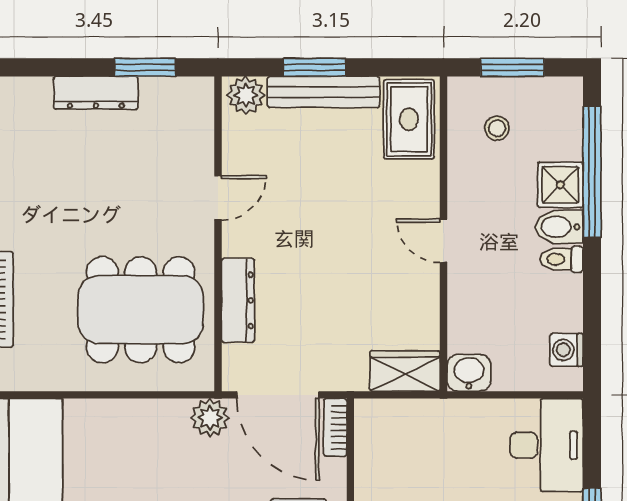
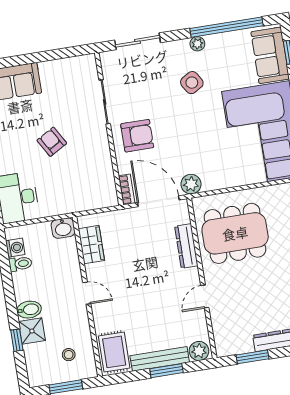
window: (592, 172) -> (17, 340), width x0.32
toilet: (562, 259) -> (20, 264), moved
wardrobe: (405, 371) -> (91, 245), moved, turned -90

